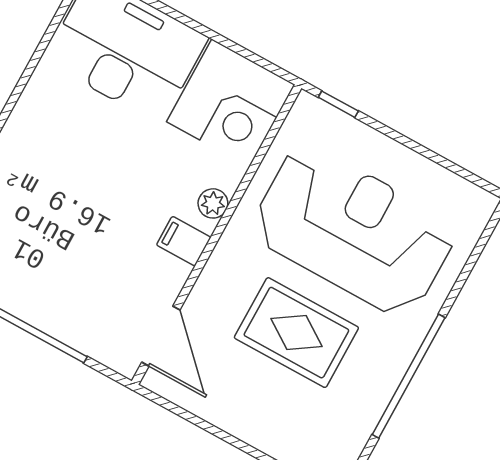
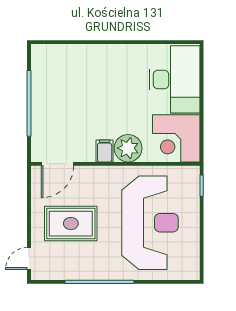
plant: (213, 203) -> (128, 148), width x1.88, depth x1.88
rug: (296, 333) -> (71, 224), moved, turned 90

